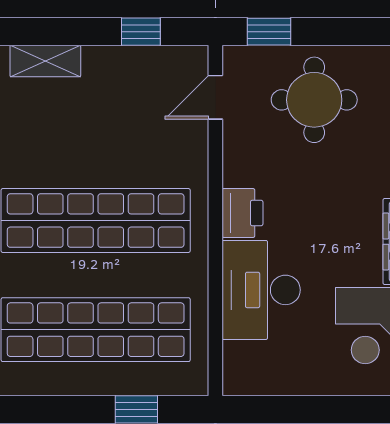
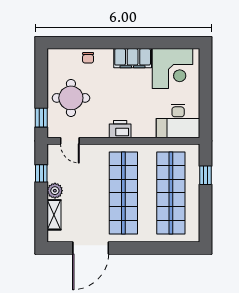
plant: (101, 63) -> (55, 191), added
desk: (261, 290) -> (178, 121), moved

